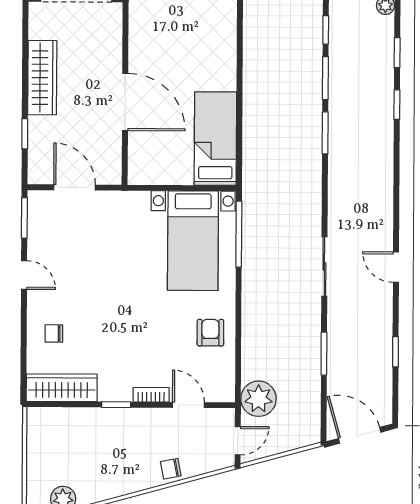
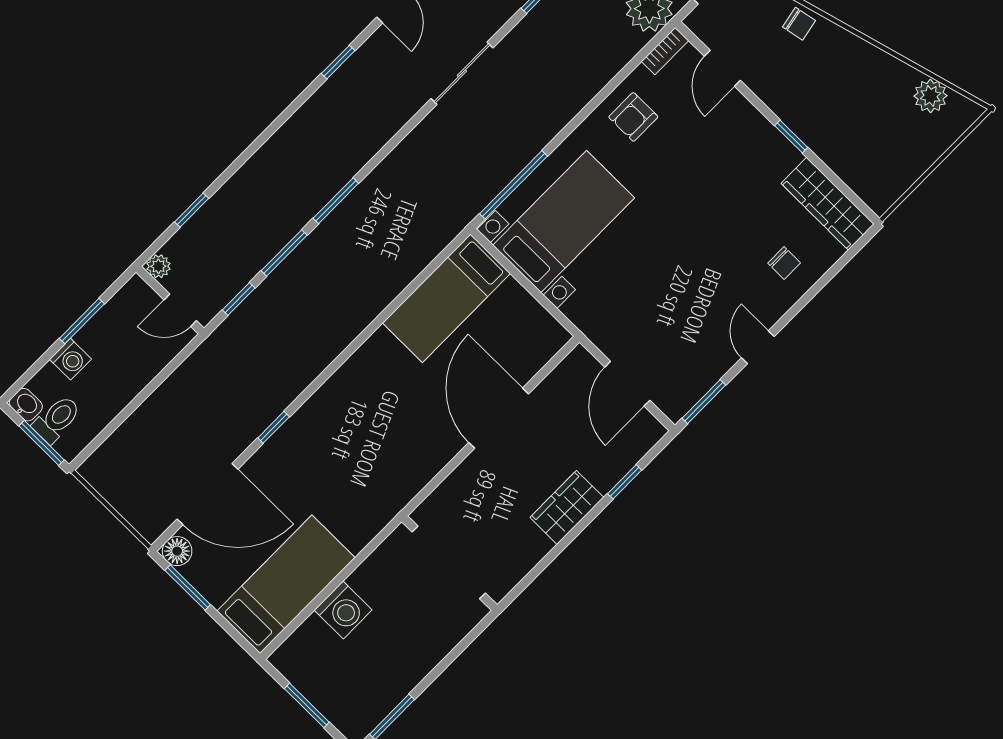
wardrobe: (42, 78) -> (567, 507), width x0.67
window: (397, 105) -> (338, 62), moved
bookcase: (151, 395) -> (665, 51), moved, turned -90

